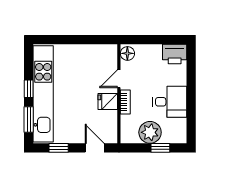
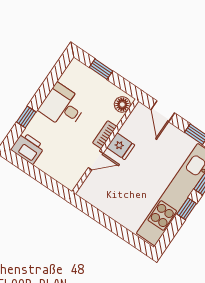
floor lamp: (127, 53) -> (122, 104), moved
window: (191, 76) -> (26, 117), added
plant: (150, 132) -> (101, 90), removed

